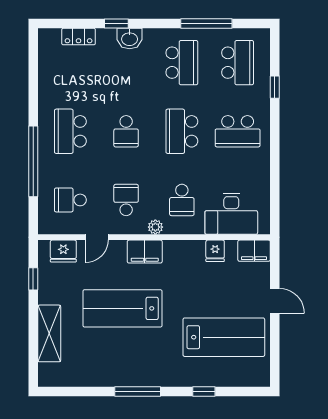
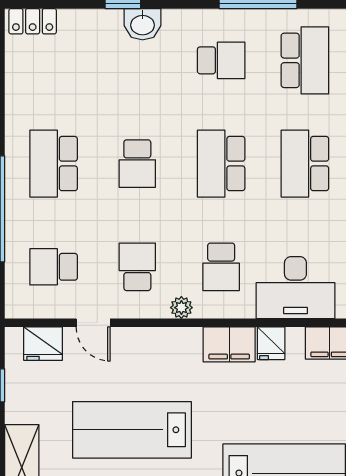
locker: (79, 37) -> (33, 21), moved
school desk: (182, 63) -> (221, 60), width x0.54
school desk: (238, 131) -> (305, 164), turned 90
door: (97, 237) -> (93, 323), hinge flipped
filing cabinet: (145, 252) -> (229, 344), moved

